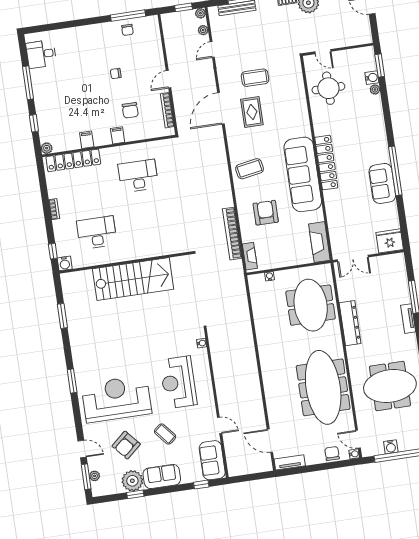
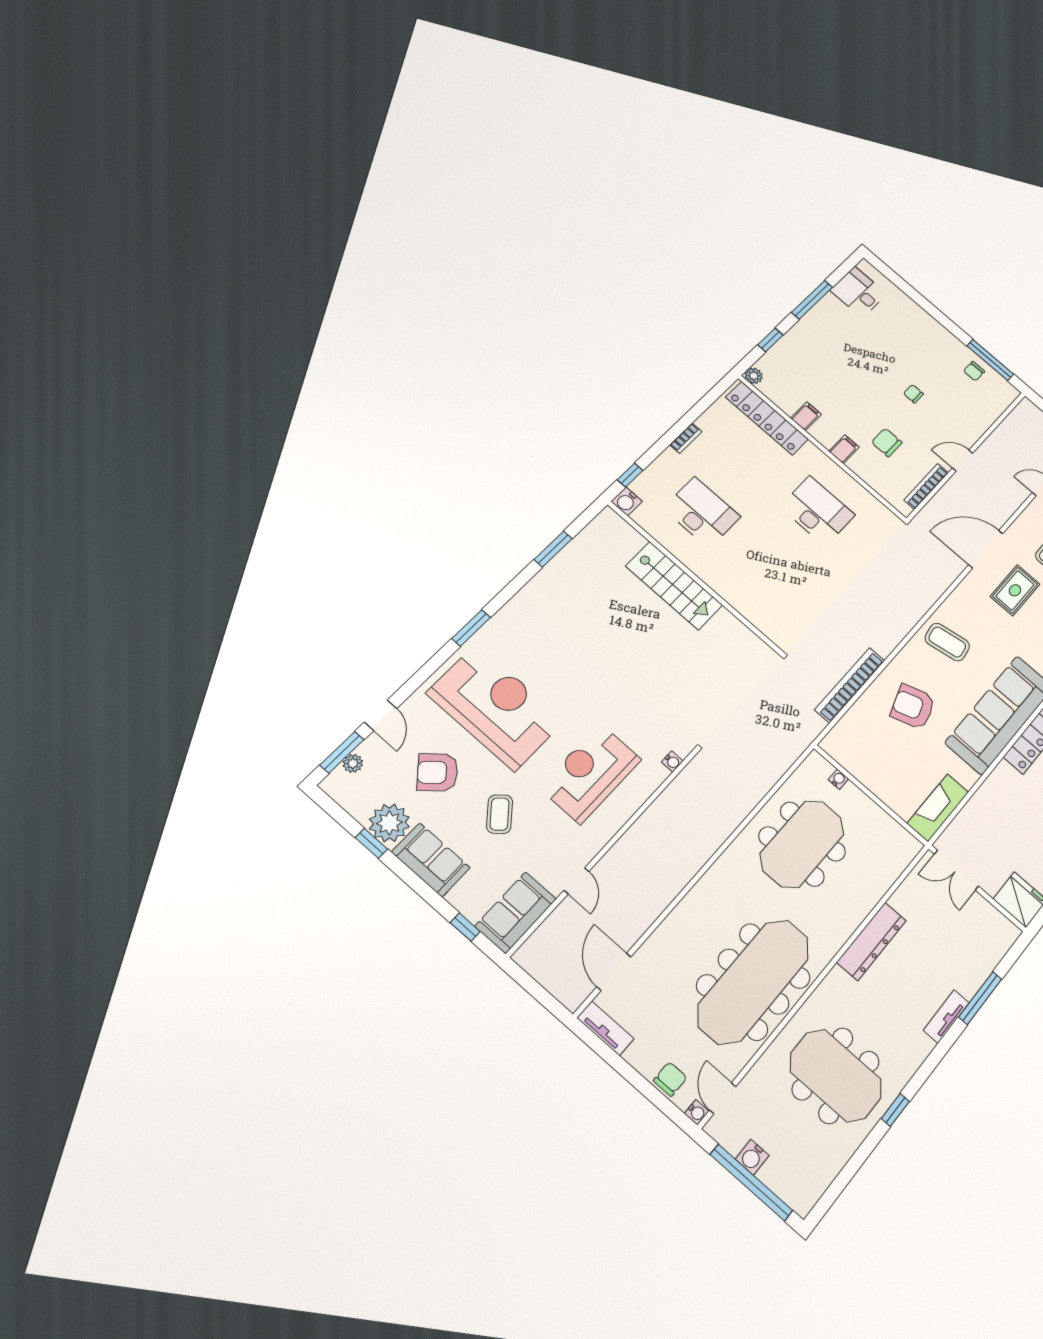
chair: (130, 110) -> (887, 442), turned 90
armchair: (266, 213) -> (913, 707), turned -109
fireplace: (250, 256) -> (841, 732), removed
stairs: (133, 279) -> (674, 586), width x0.73, depth x0.66
meeting table: (311, 305) -> (802, 844), moved

